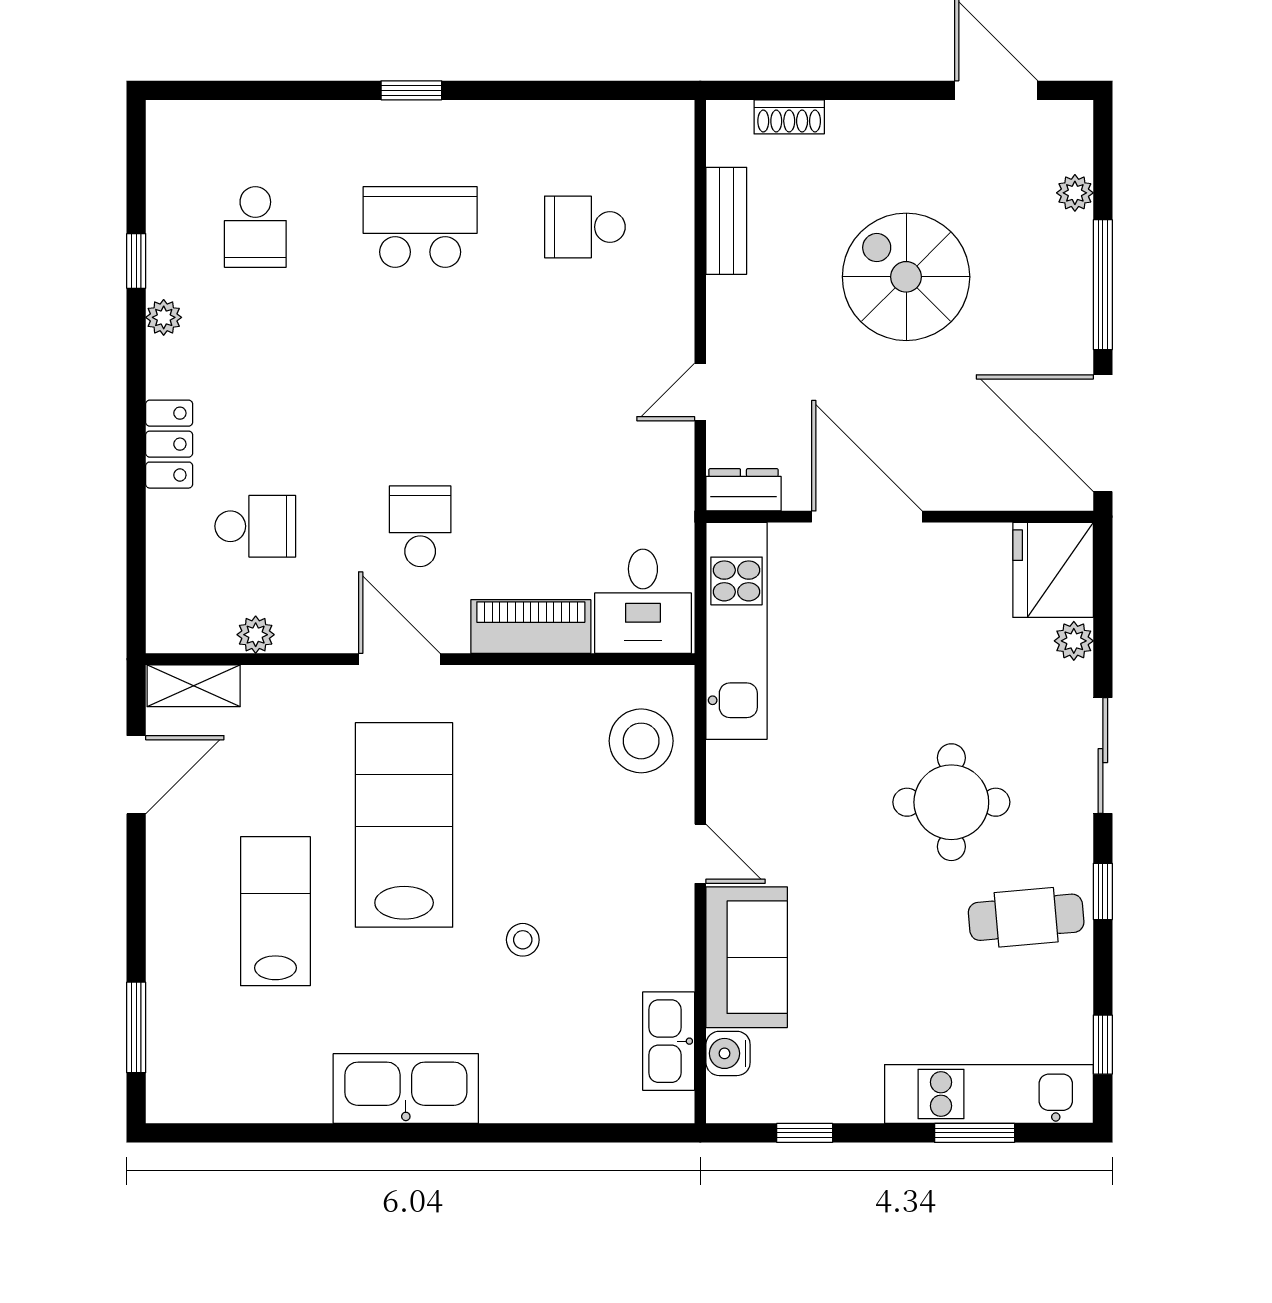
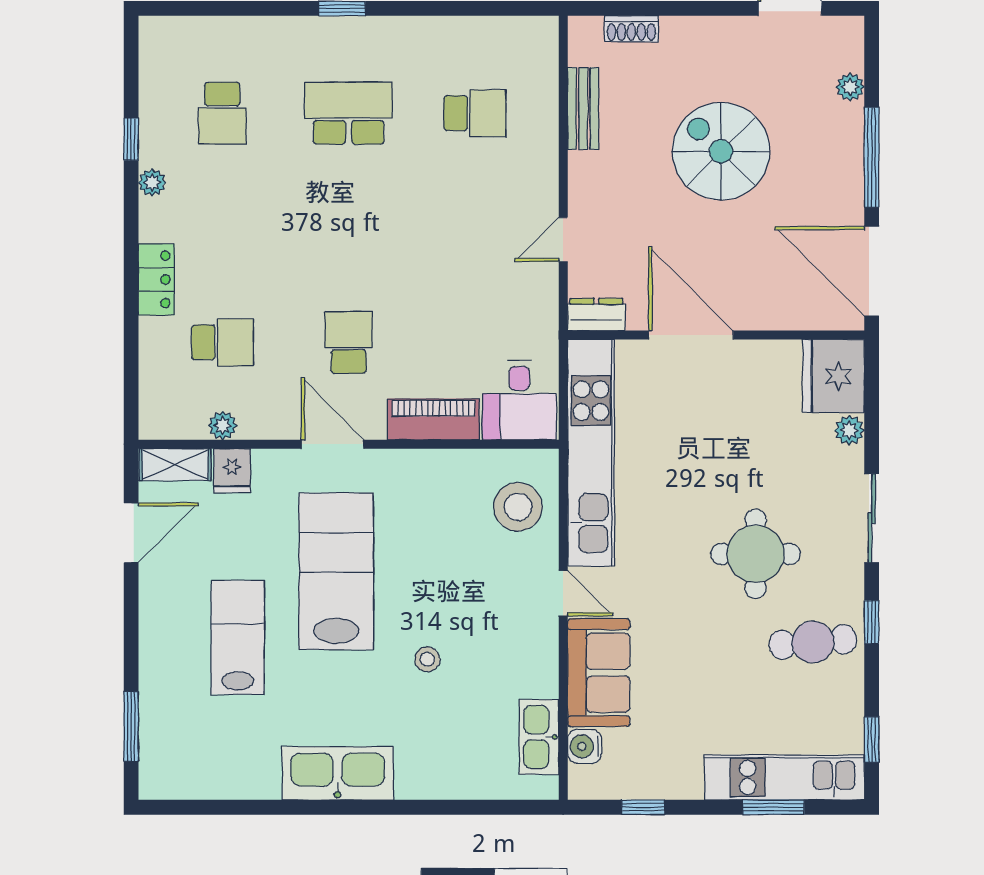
school desk: (585, 227) -> (475, 113), turned 180
kitchen unit: (736, 631) -> (591, 453), width x1.36
fridge: (268, 694) -> (232, 471), added

